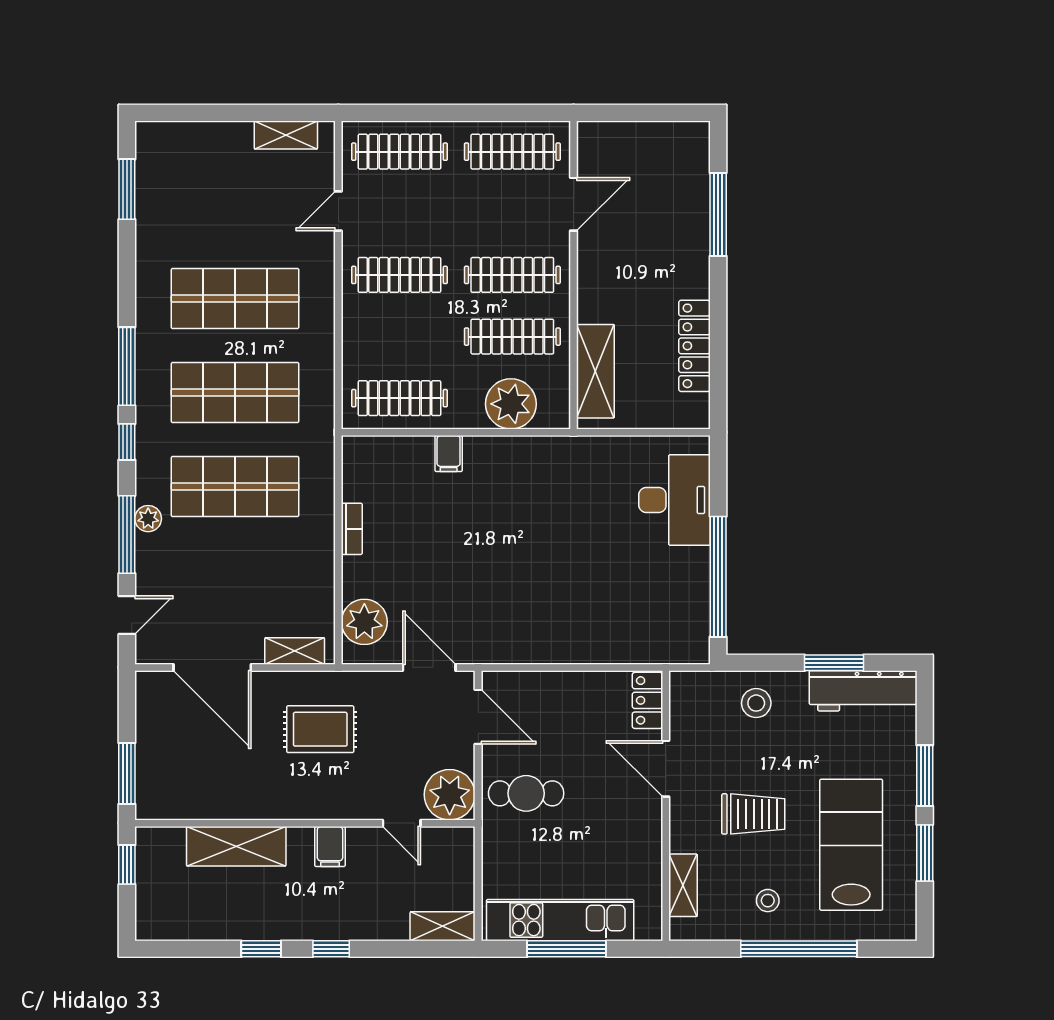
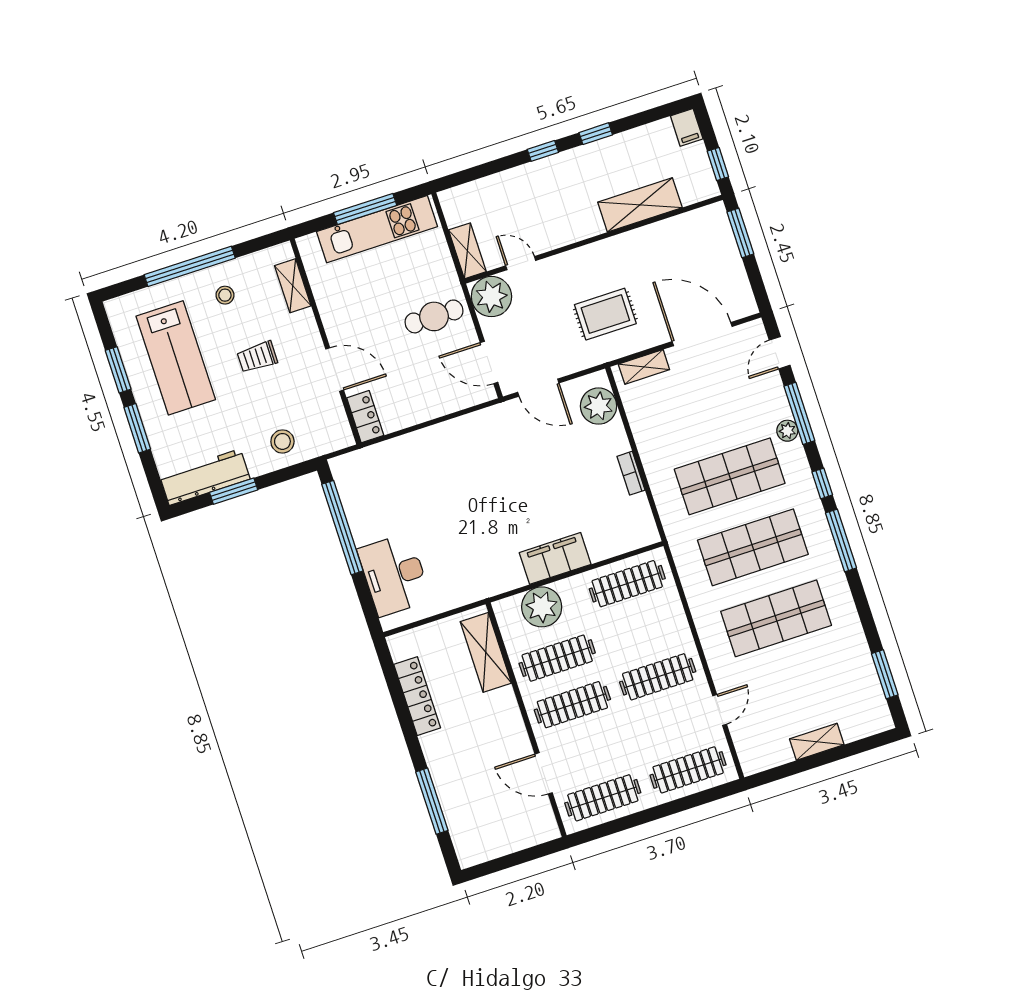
shelving: (286, 135) -> (817, 742), moved
door: (574, 204) -> (544, 773), hinge flipped
filing cabinet: (449, 454) -> (555, 558), width x3.00, depth x1.17
trolley: (753, 814) -> (257, 357), width x0.73, depth x0.72
filing cabinet: (330, 847) -> (687, 127), moved, turned 180
shelving: (443, 926) -> (467, 251), moved, turned 90

